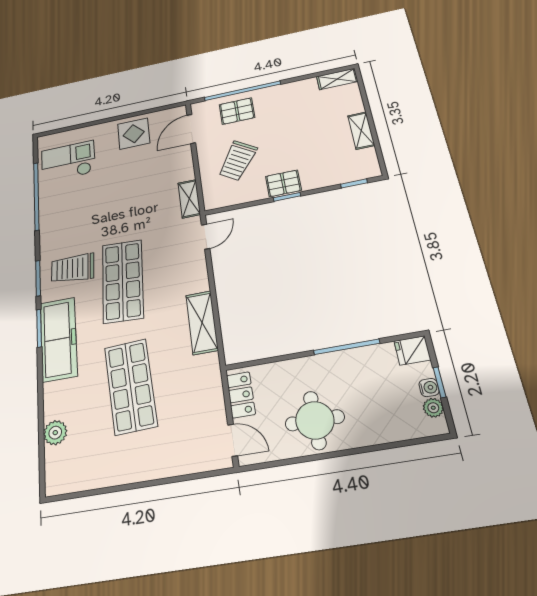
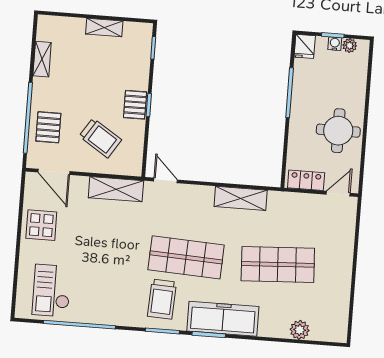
shelving: (337, 79) -> (42, 59), moved
shelving: (189, 199) -> (116, 189), width x1.50, depth x1.33

